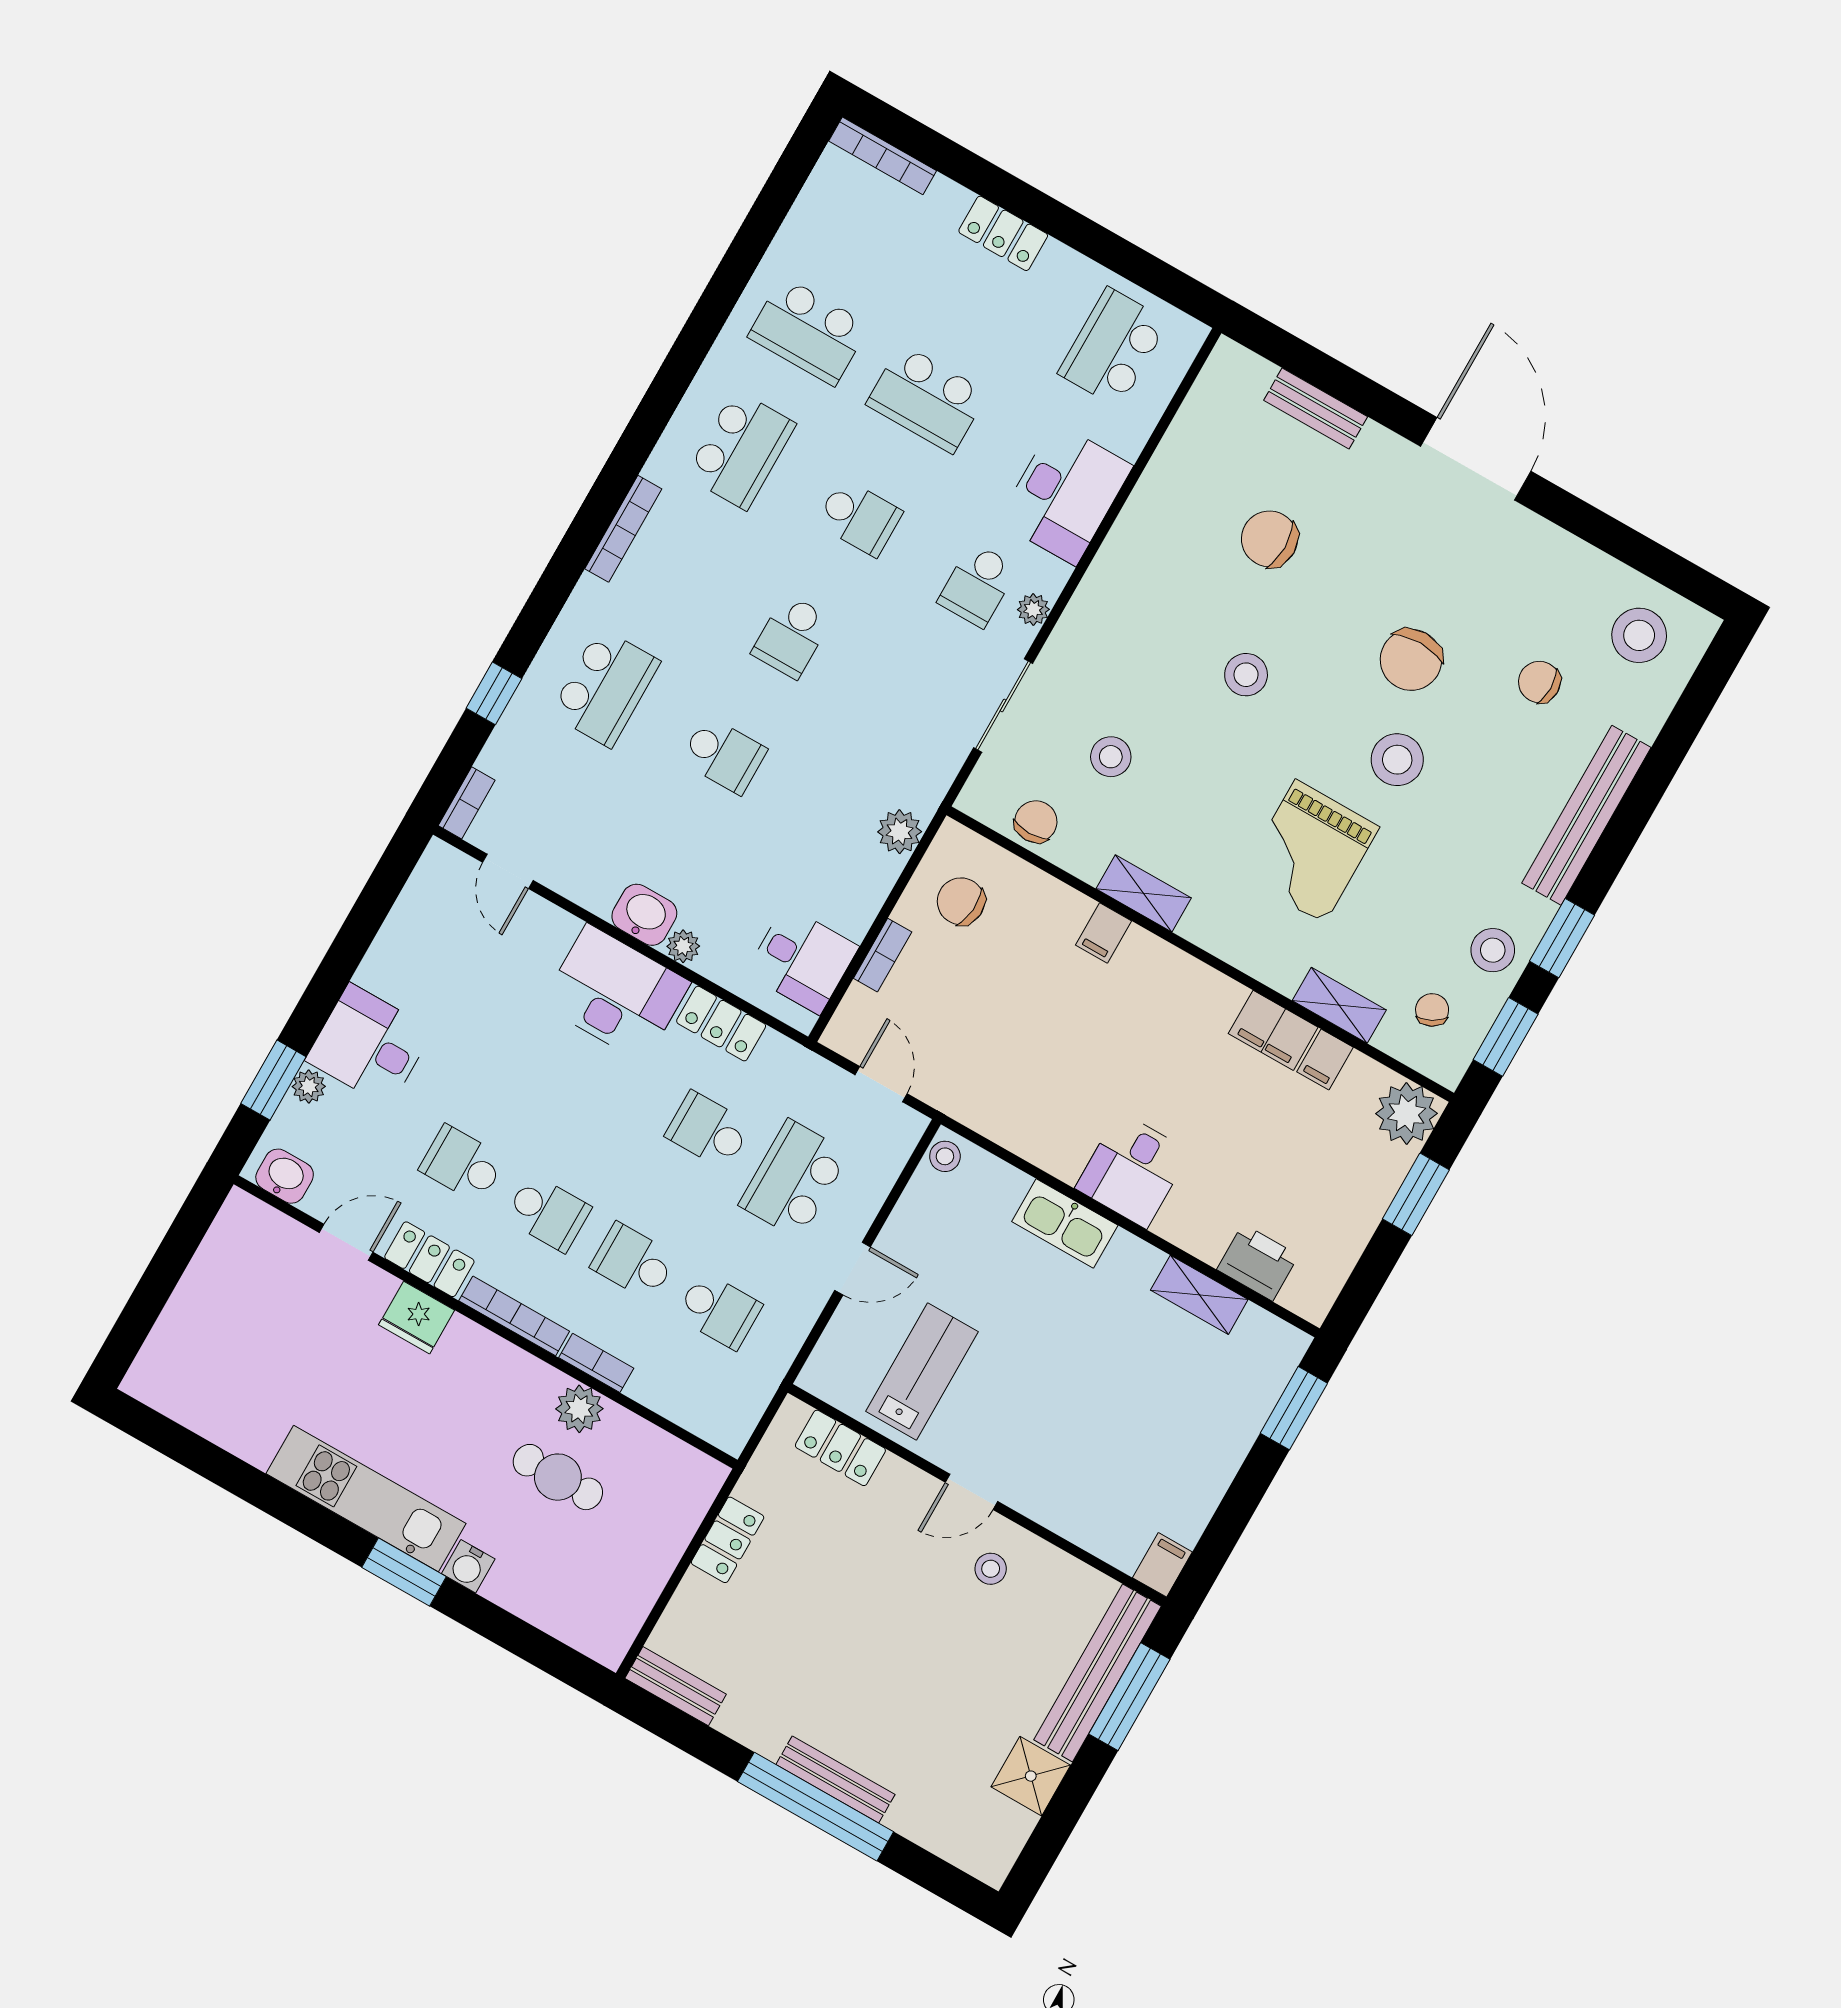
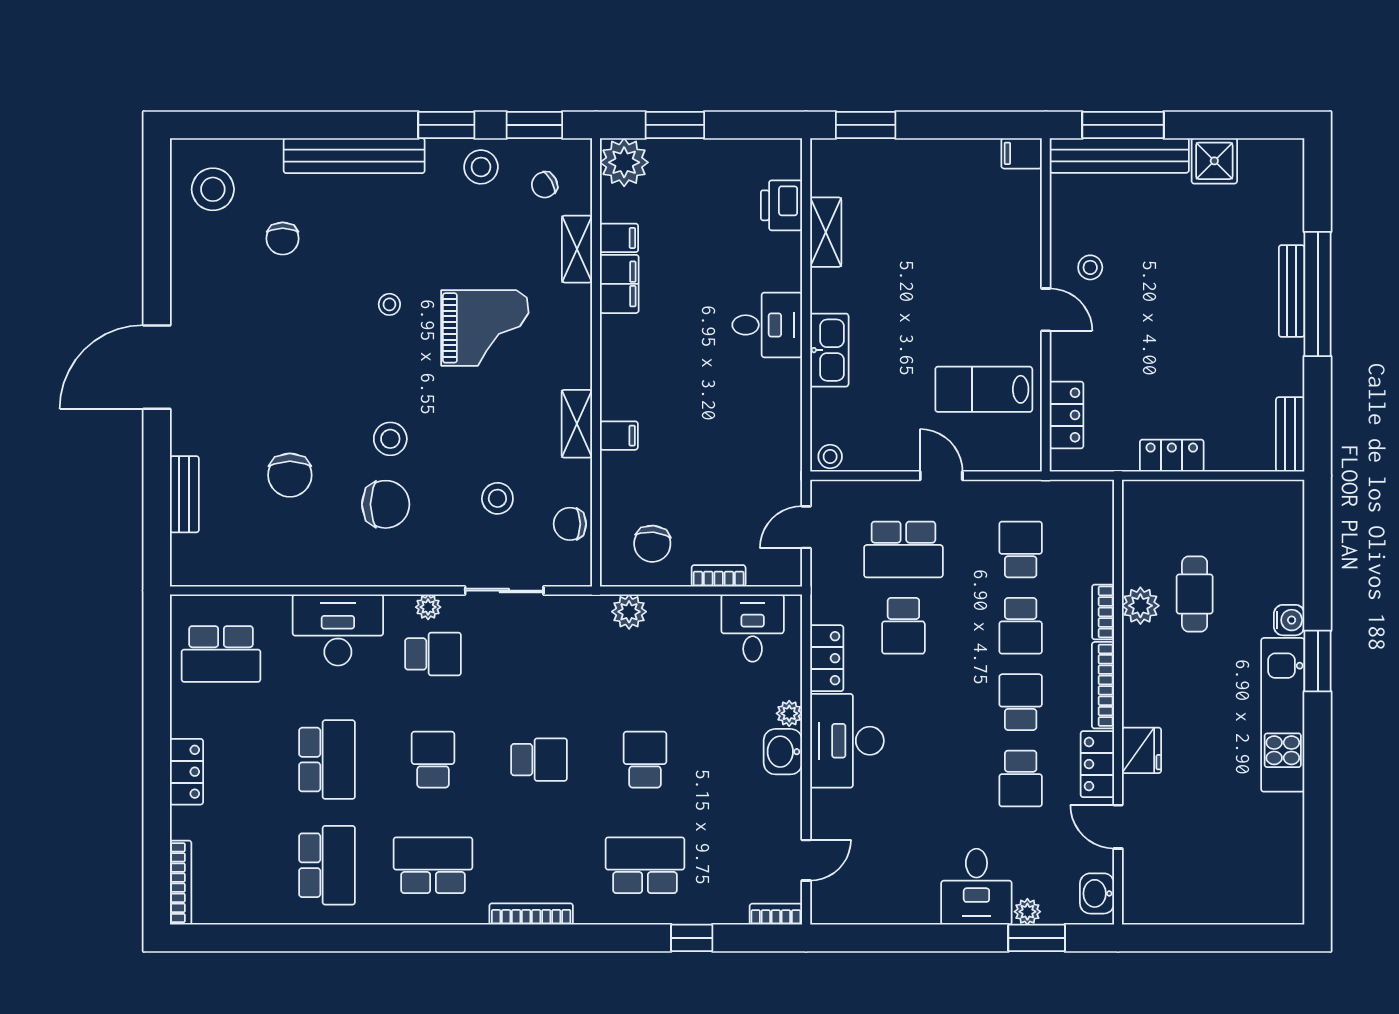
chair: (1411, 660) -> (386, 504), moved
stool: (1397, 760) -> (389, 304), width x0.53, depth x0.53

